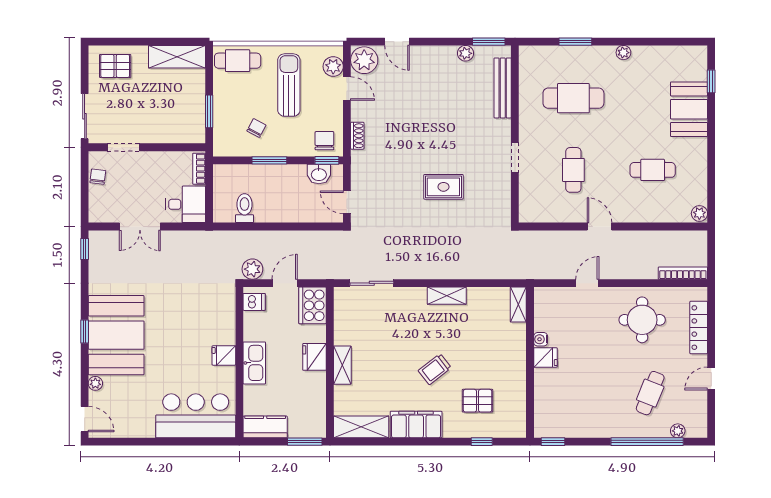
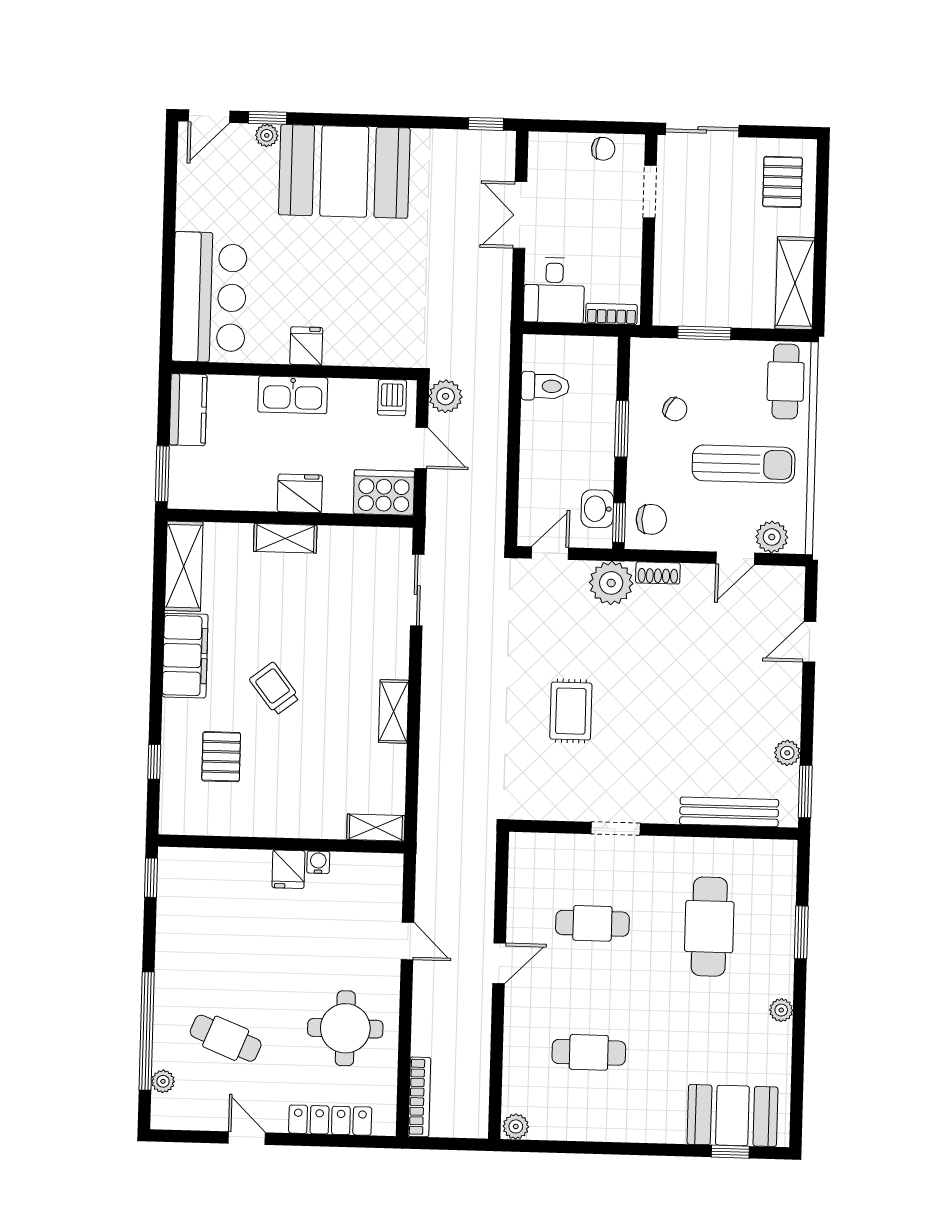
plant: (364, 60) -> (611, 583), moved
booth: (689, 109) -> (732, 1116), moved
cafe table: (653, 170) -> (589, 1052), turned 90
window: (85, 331) -> (268, 118), moved

